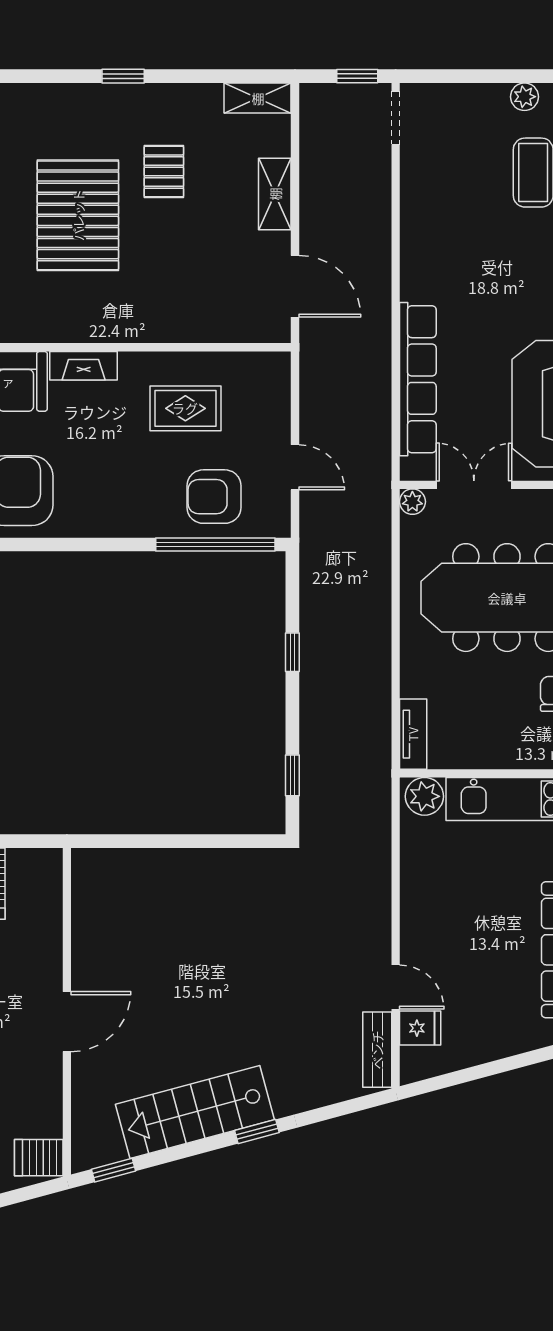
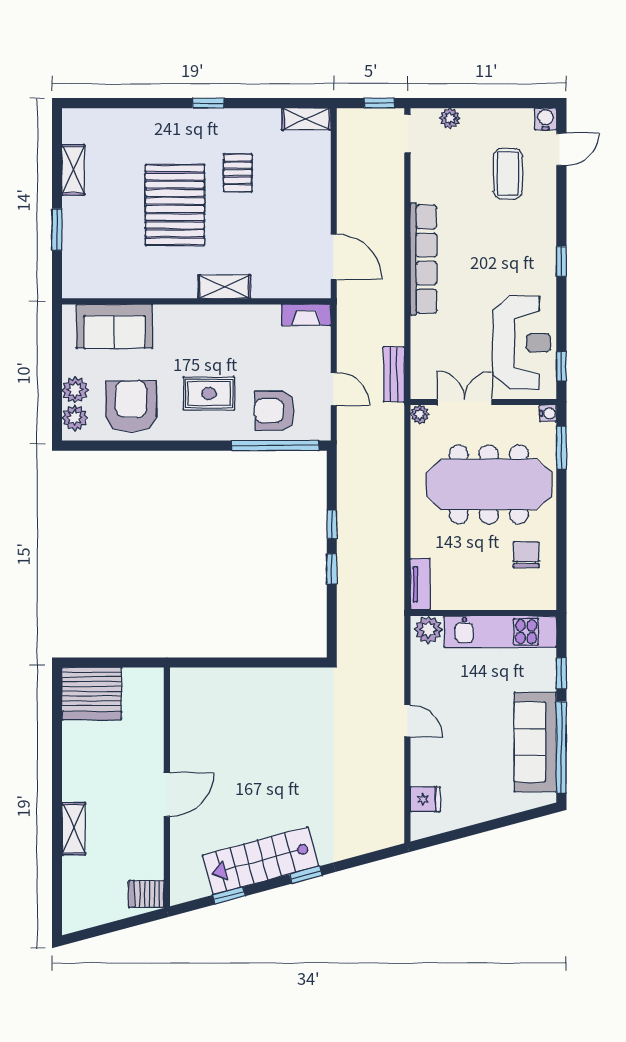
plant: (525, 97) -> (450, 118), moved
shelving: (275, 194) -> (224, 287), moved, turned 90
fireplace: (84, 366) -> (306, 315), moved
row of seats: (418, 379) -> (424, 259), moved
rug: (185, 408) -> (209, 393), moved
window: (292, 775) -> (332, 569), moved
door: (396, 987) -> (407, 721), moved
bench: (377, 1050) -> (394, 374), moved
window: (113, 1170) -> (229, 896), moved

